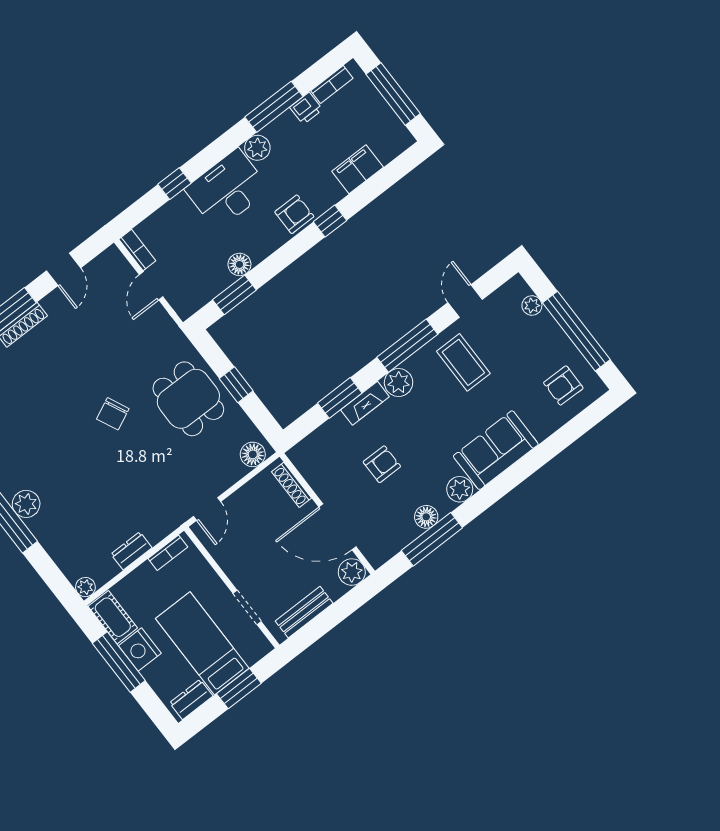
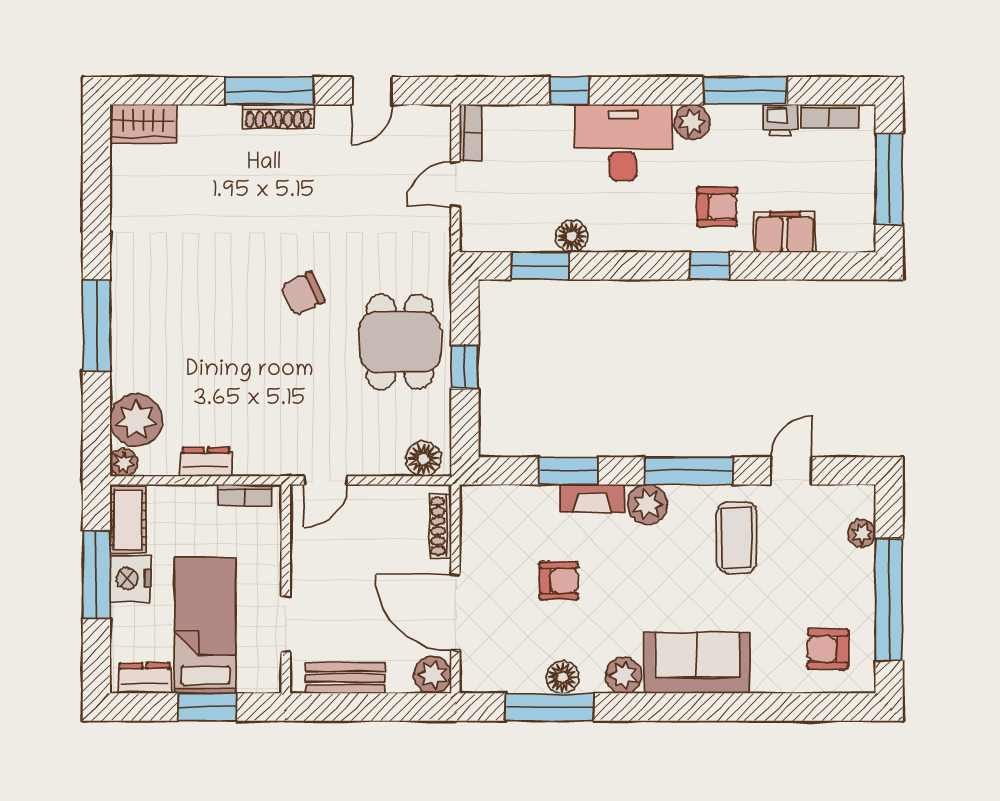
armchair: (294, 214) -> (717, 207), moved
plant: (26, 504) -> (136, 420), moved, width x1.36, depth x1.36

